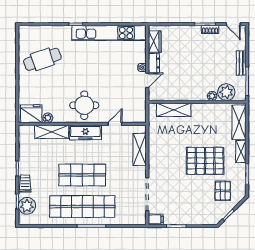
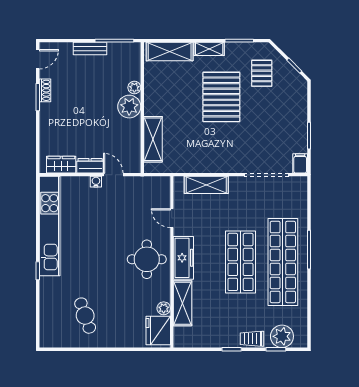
cafe table: (42, 59) -> (85, 316), width x0.73, depth x0.74
plant: (226, 92) -> (129, 107), moved
pallet: (223, 191) -> (262, 73), turned 90

